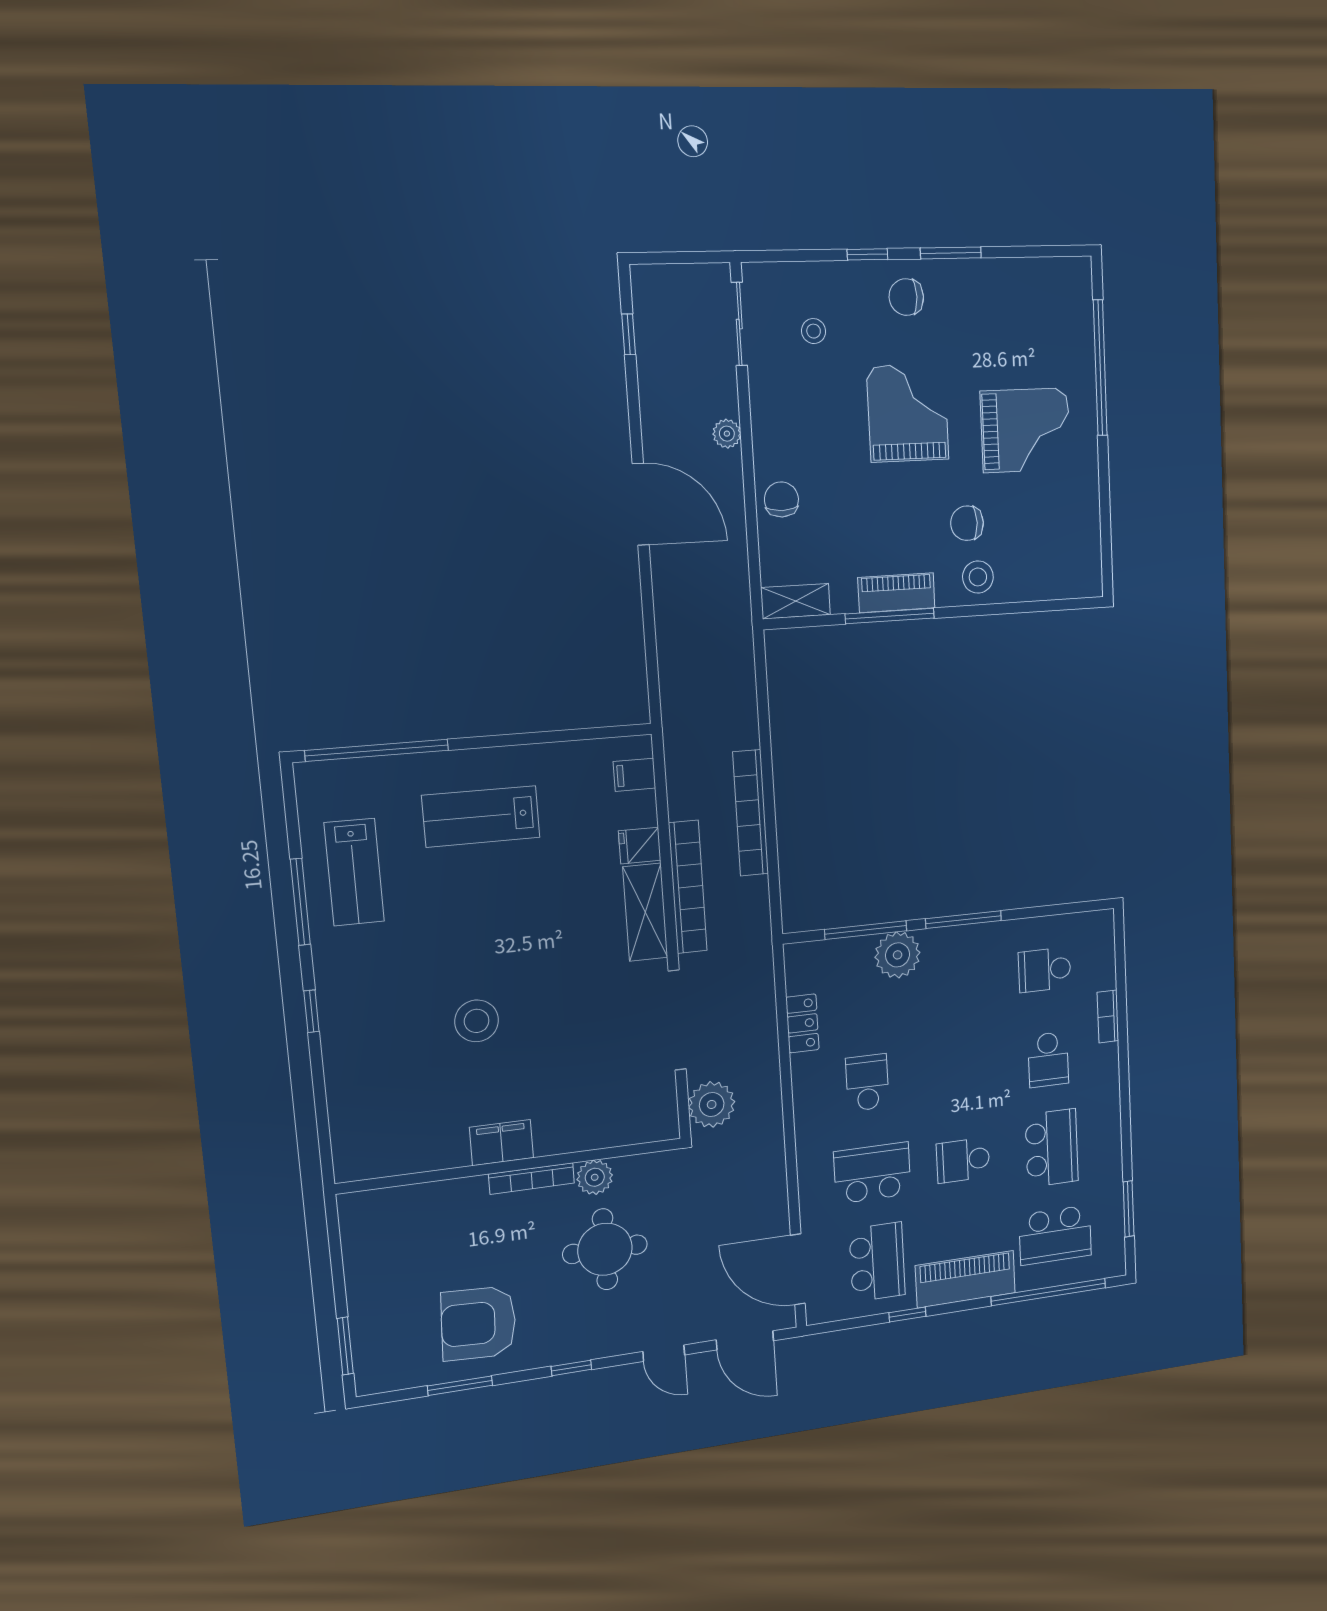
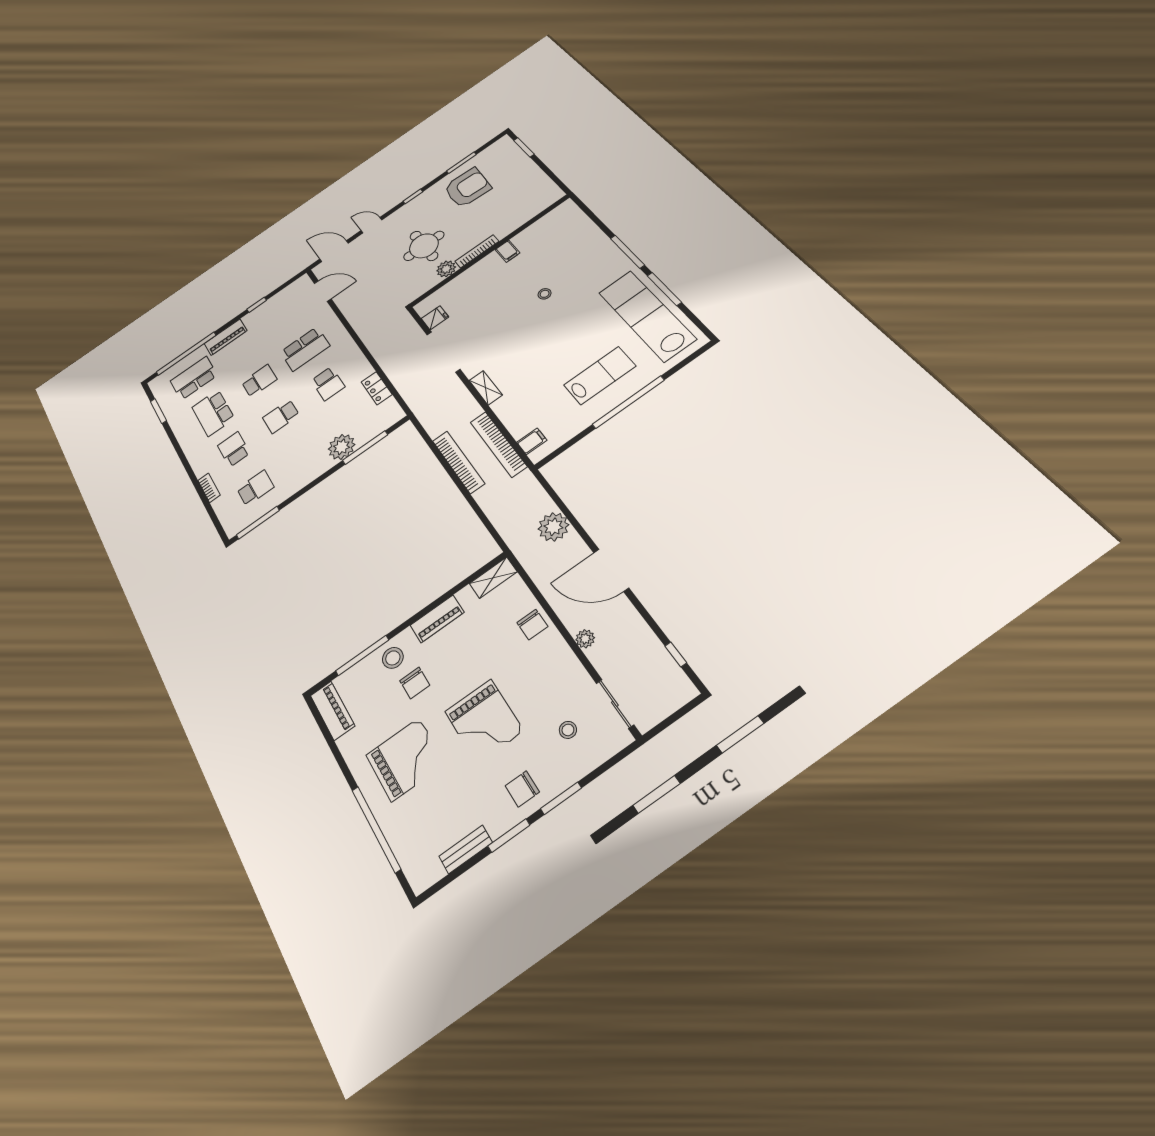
window: (867, 254) -> (561, 798), width x1.50
bench: (1008, 272) -> (466, 849), added
chair: (906, 297) -> (522, 789), turned 180
grand piano: (1026, 430) -> (406, 759), turned 180
chair: (967, 523) -> (415, 683), turned 90
piano: (1085, 557) -> (332, 711), added
window: (890, 616) -> (362, 655), moved
window: (377, 750) -> (628, 402), moved
fridge: (640, 846) -> (435, 318), moved
lab bench: (354, 872) -> (647, 316), width x1.86, depth x1.39
bookcase: (688, 887) -> (498, 444), moved
shelving: (645, 912) -> (486, 388), width x0.67, depth x0.75
window: (964, 920) -> (258, 523), moved
window: (311, 1011) -> (627, 252), width x2.17
stool: (477, 1021) -> (545, 294), width x0.53, depth x0.53
plant: (712, 1104) -> (553, 527), moved
filing cabinet: (502, 1143) -> (507, 251), width x0.50
school desk: (877, 1262) -> (281, 416), moved, width x0.54
door: (798, 1269) -> (323, 291), width x0.73
piano: (965, 1279) -> (226, 337), width x0.73, depth x0.75

